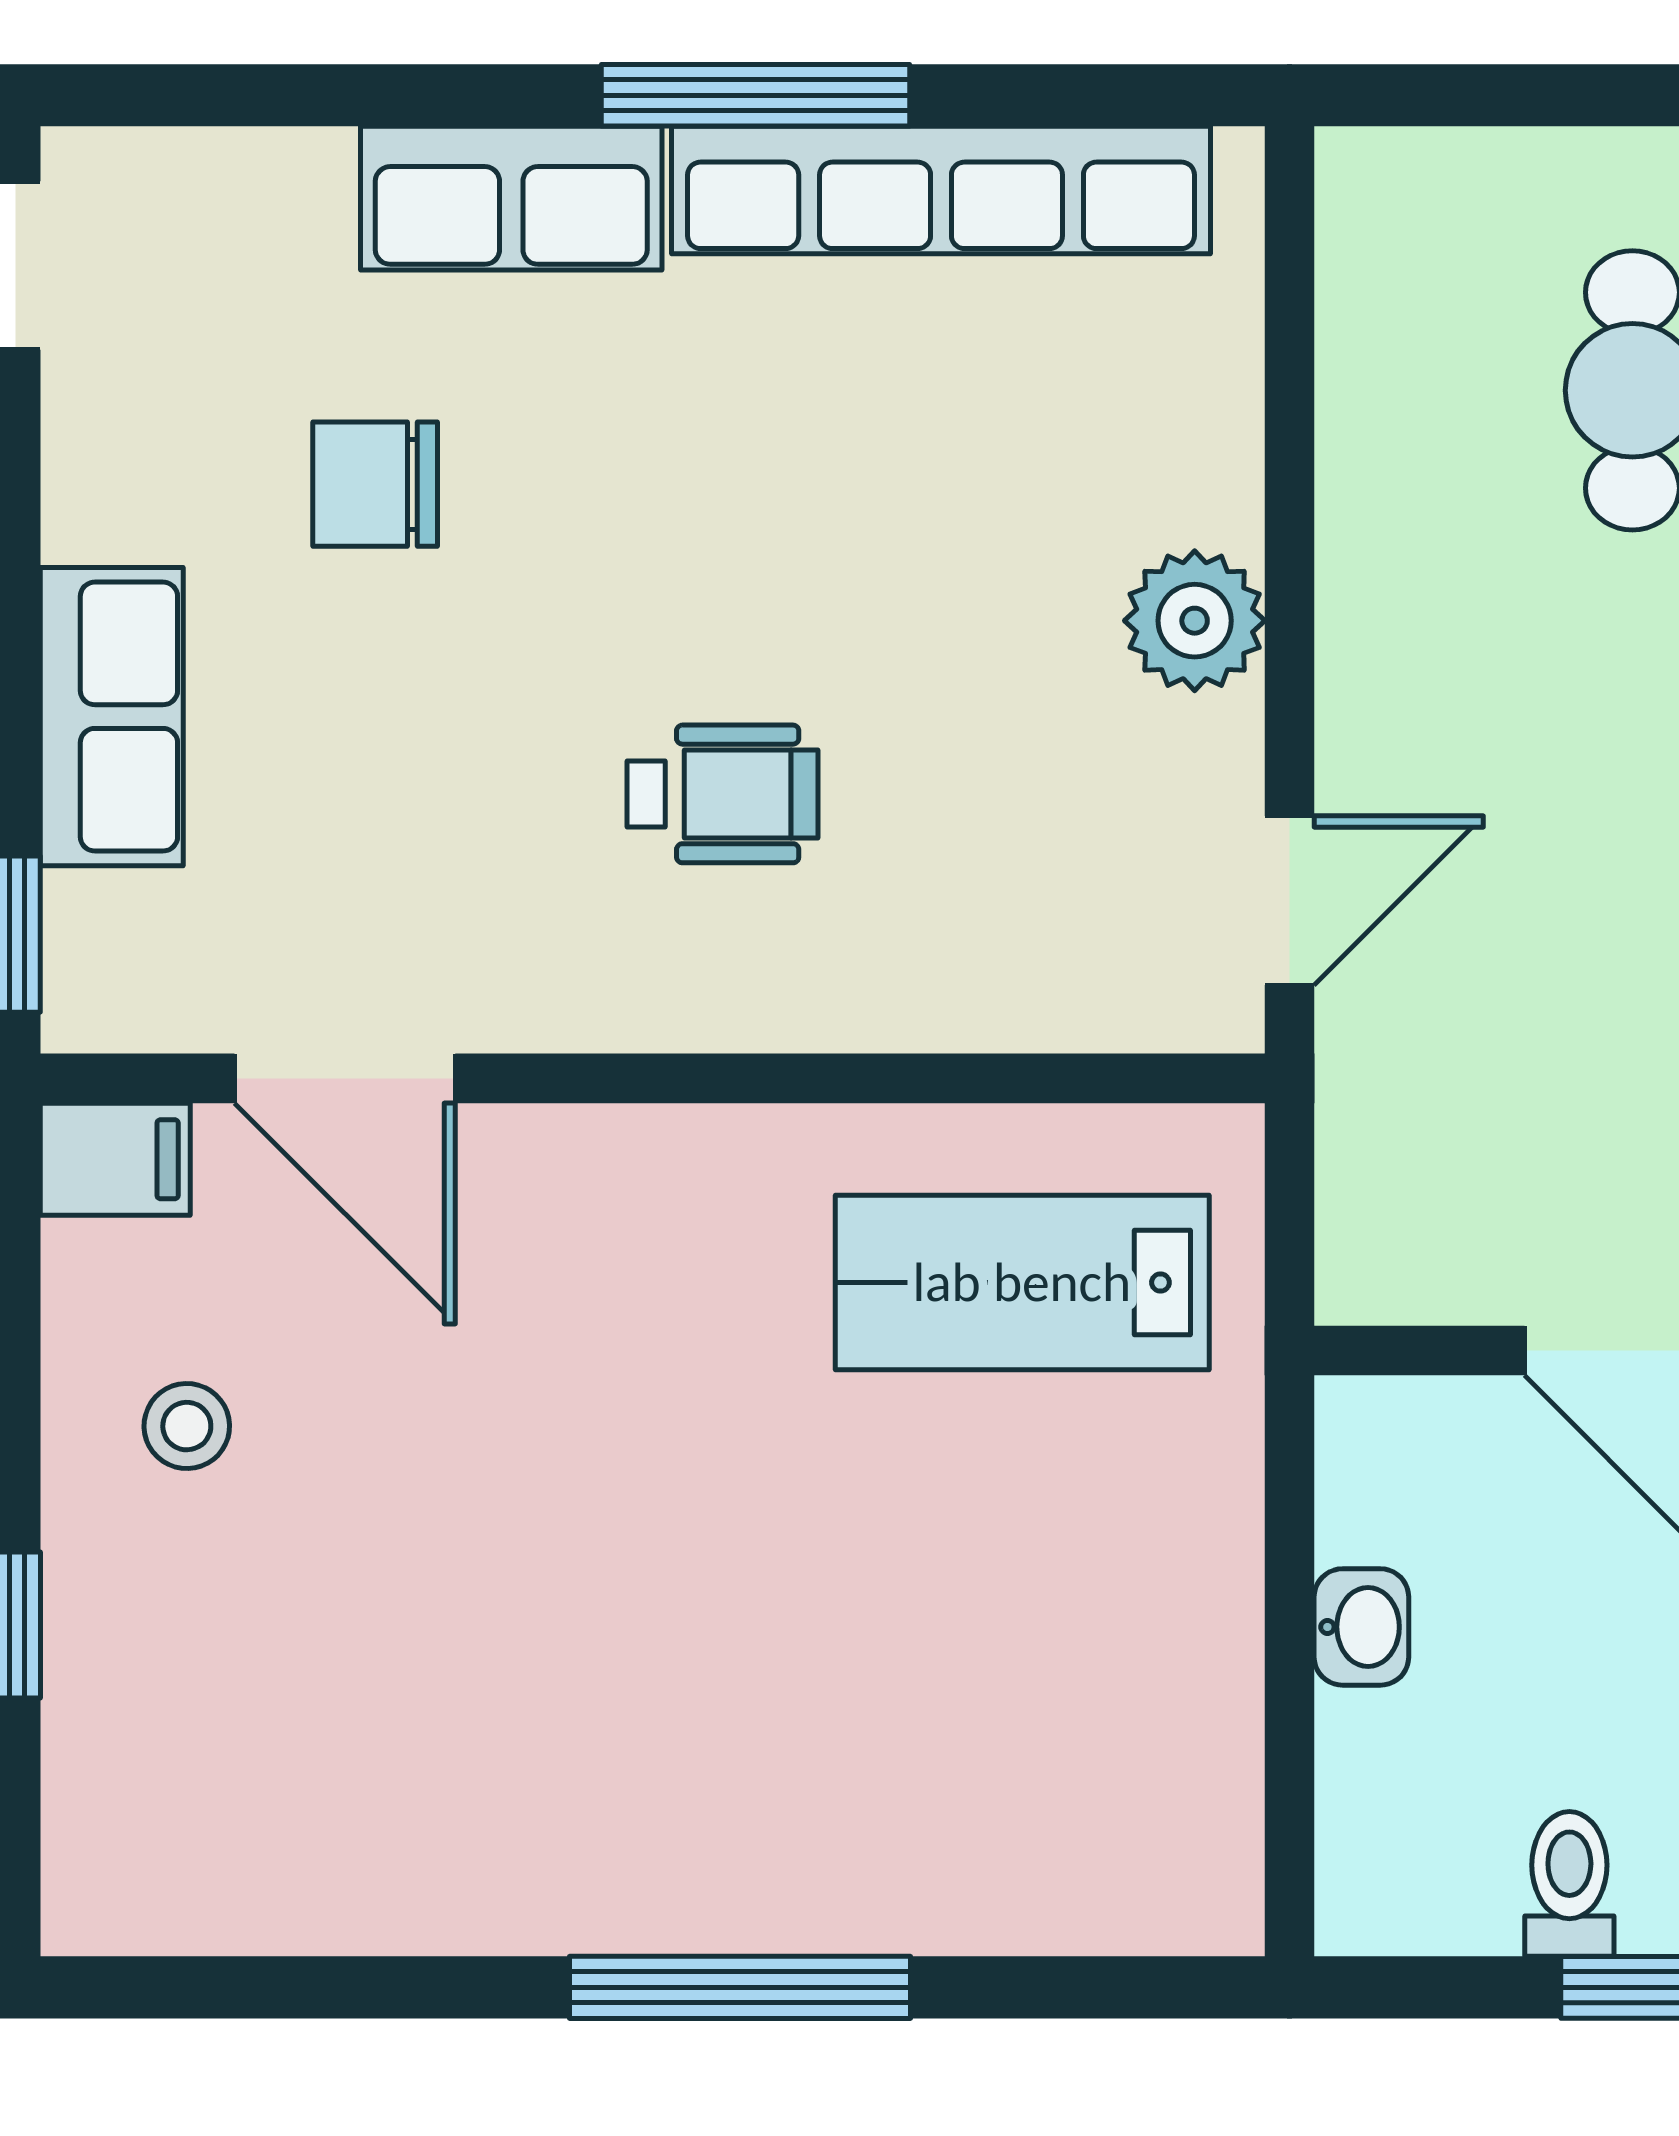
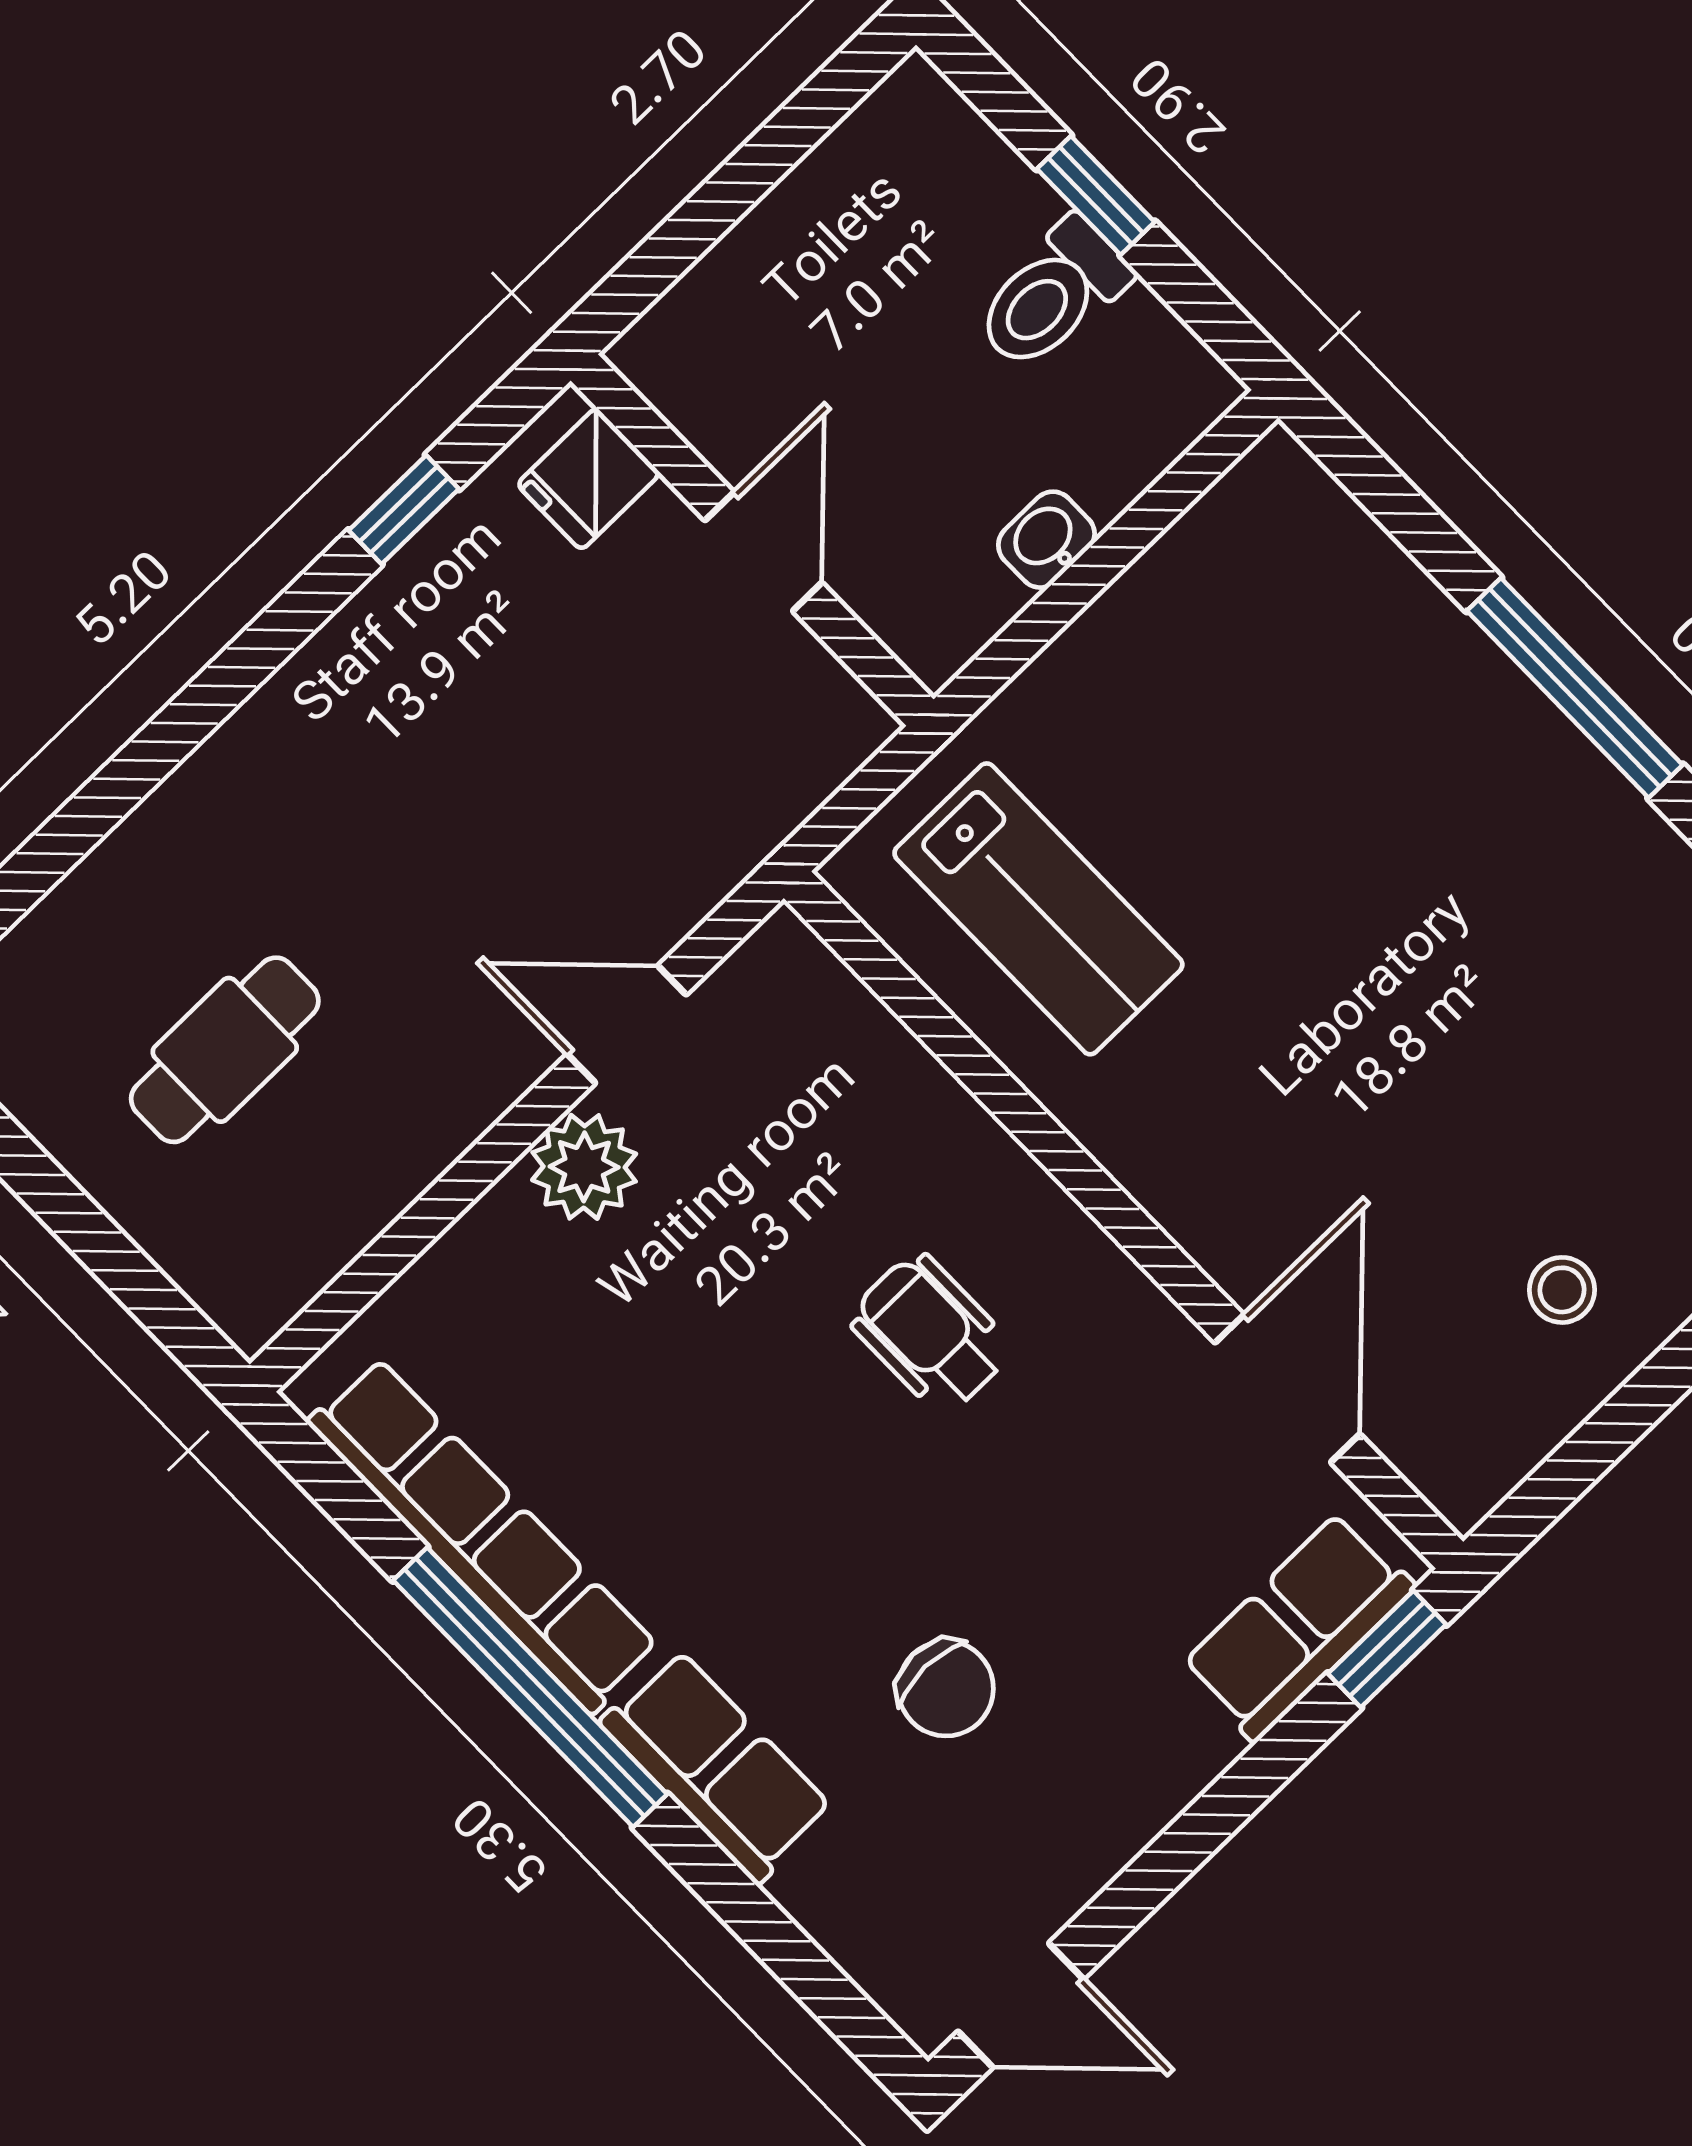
window: (756, 95) -> (530, 1687), width x1.46
row of seats: (112, 717) -> (1298, 1626), moved
door: (1290, 901) -> (627, 1024), moved
filing cabinet: (115, 1159) -> (1454, 1471), removed
toilet: (1569, 1884) -> (1052, 295), width x1.37, depth x1.39

